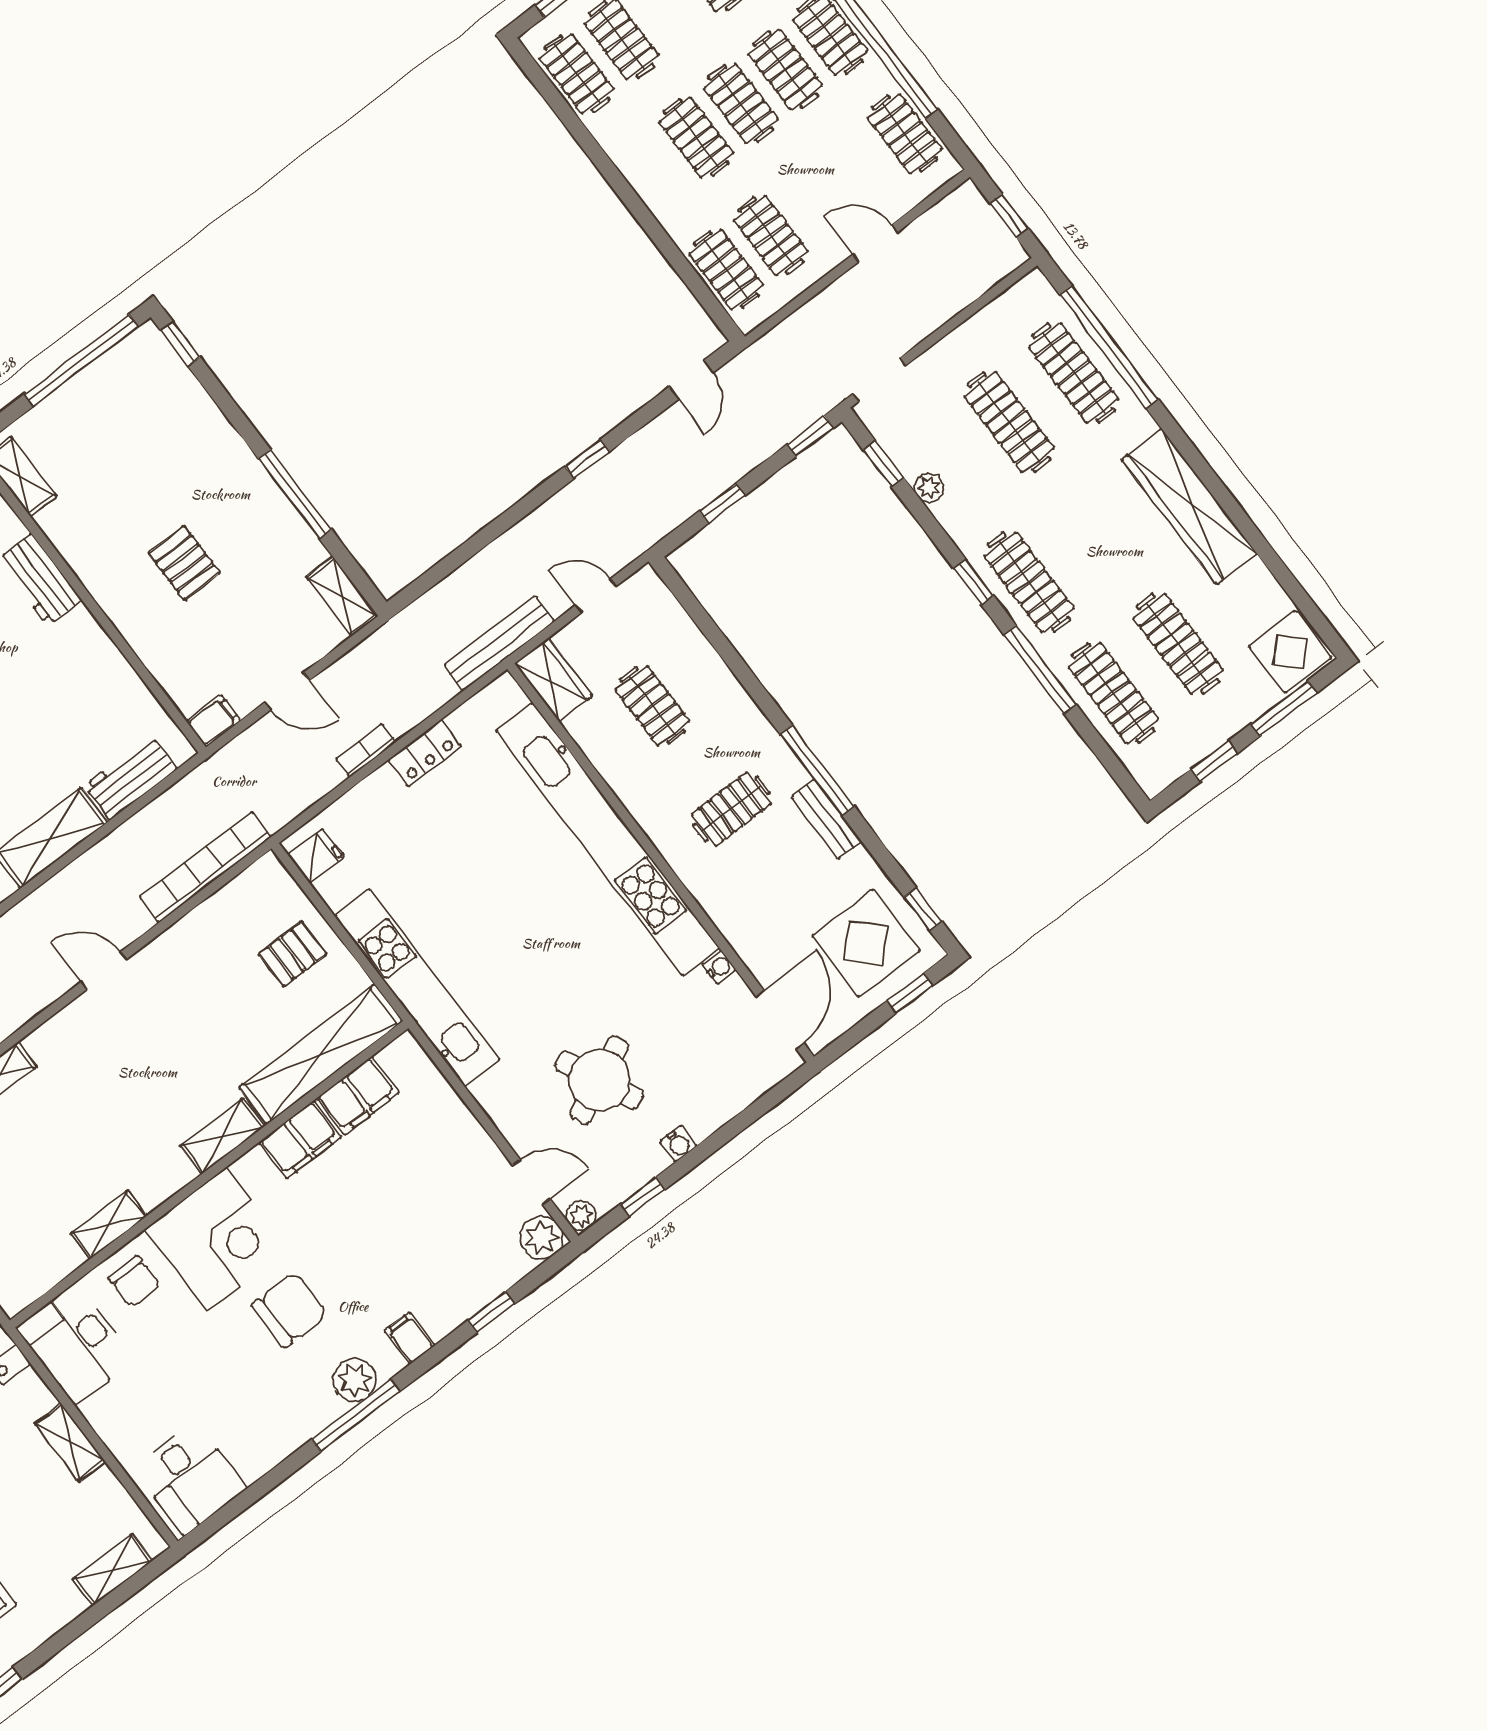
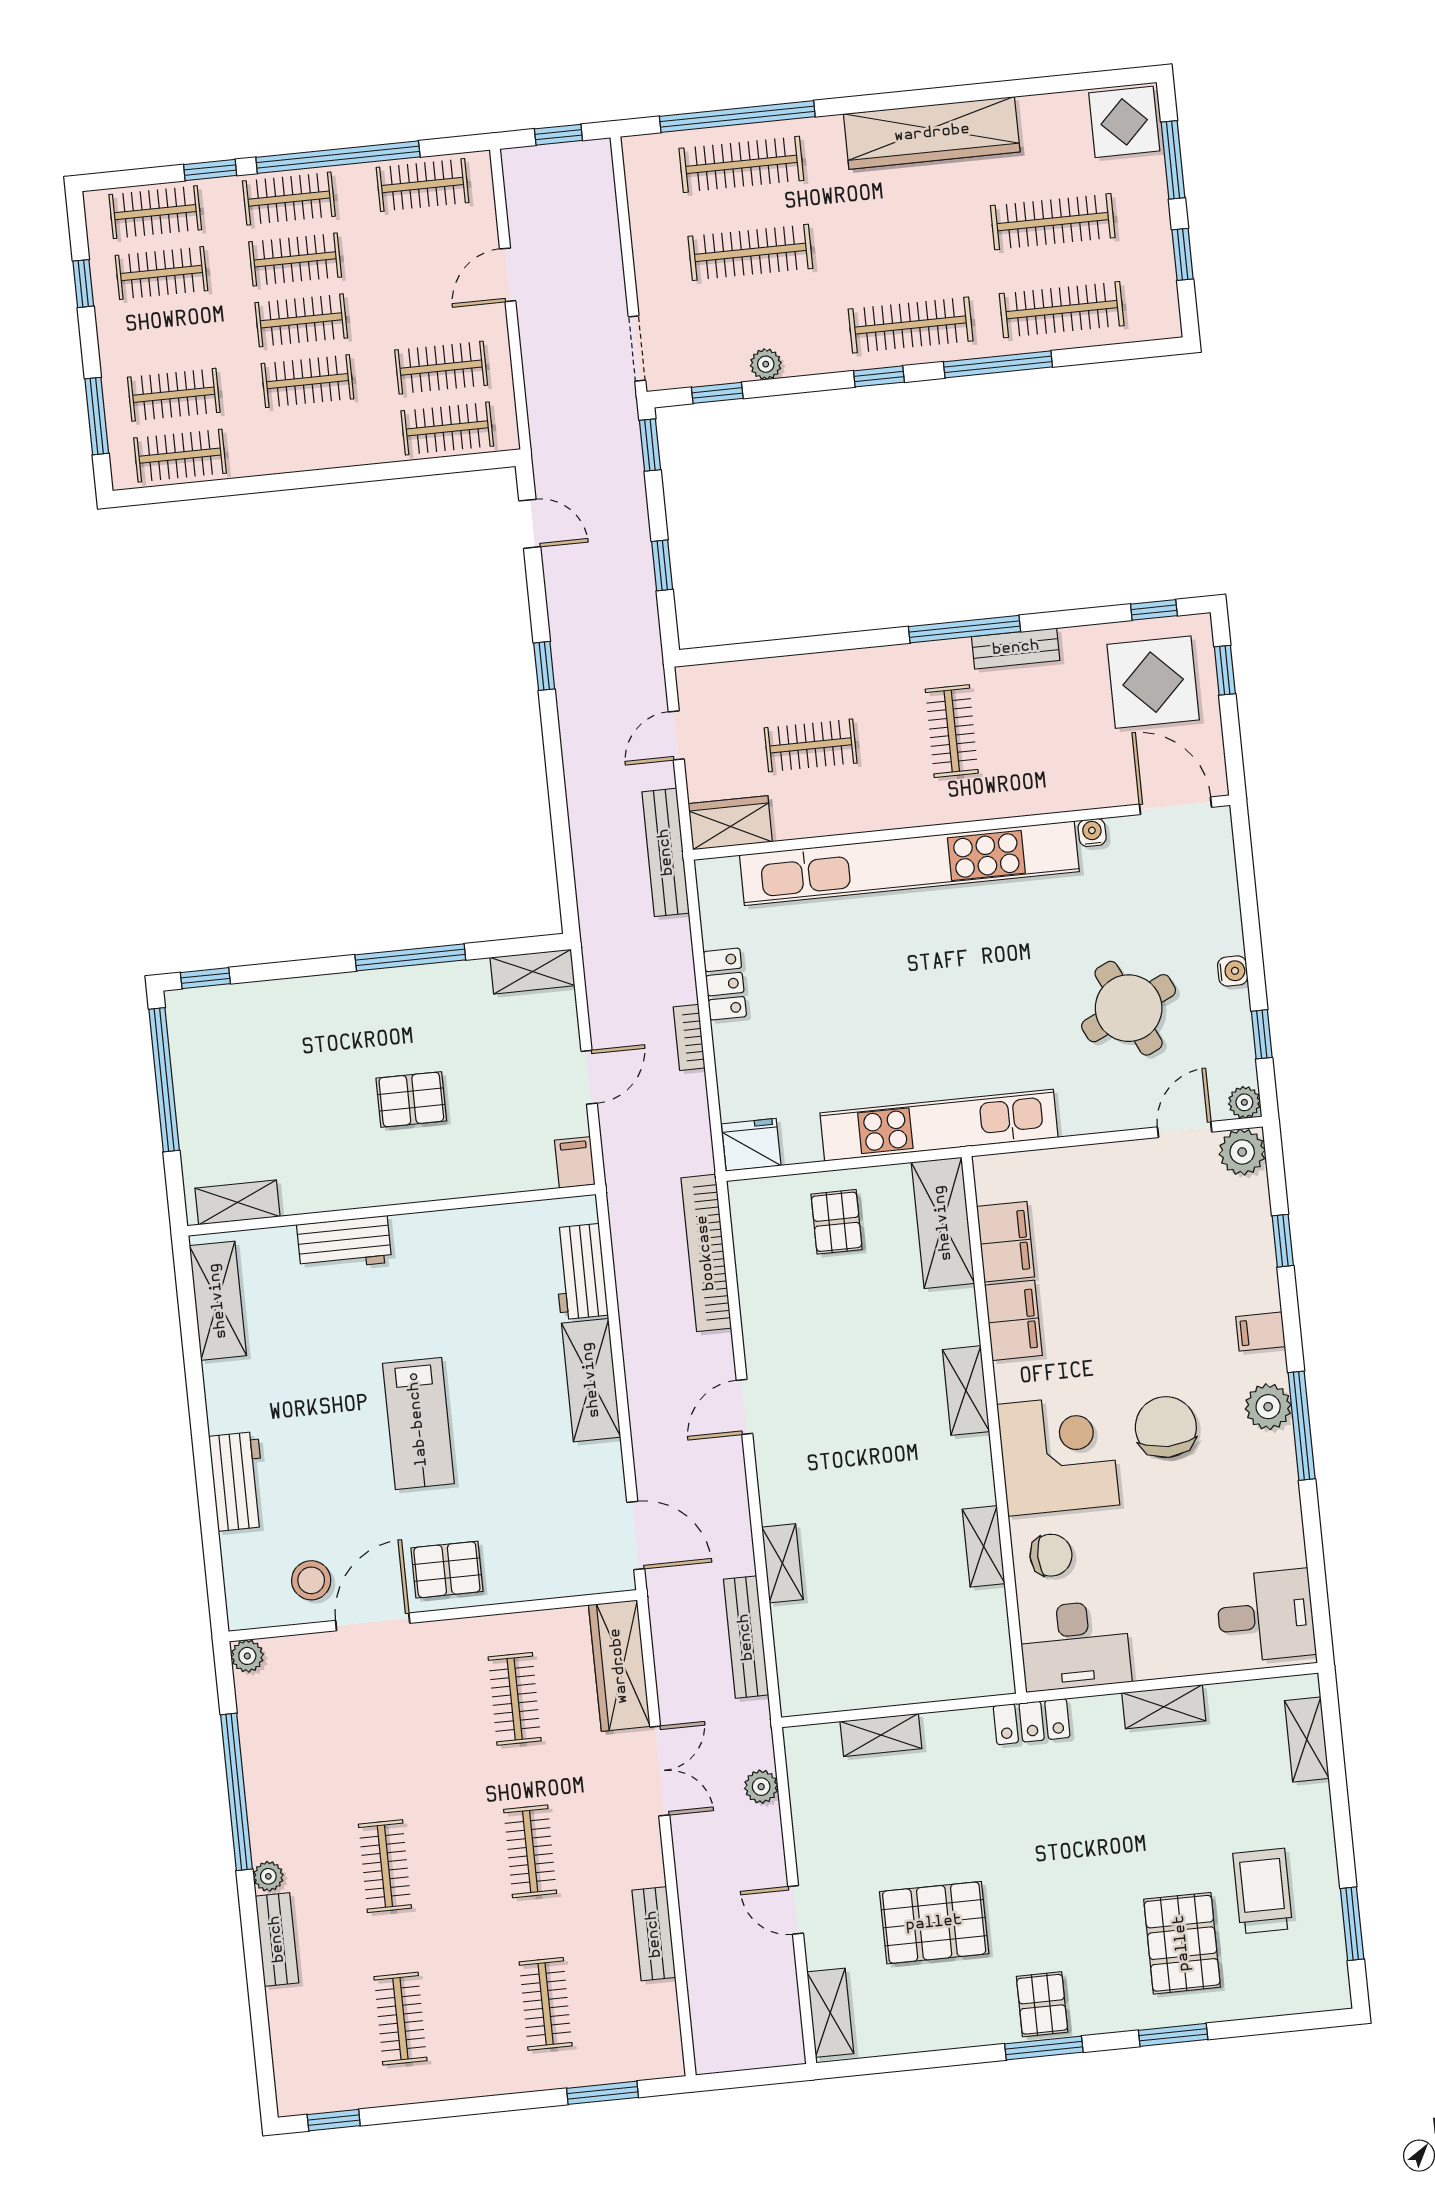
fridge: (316, 856) -> (751, 1145), width x1.38
shelving: (321, 1054) -> (943, 1223), width x0.68

